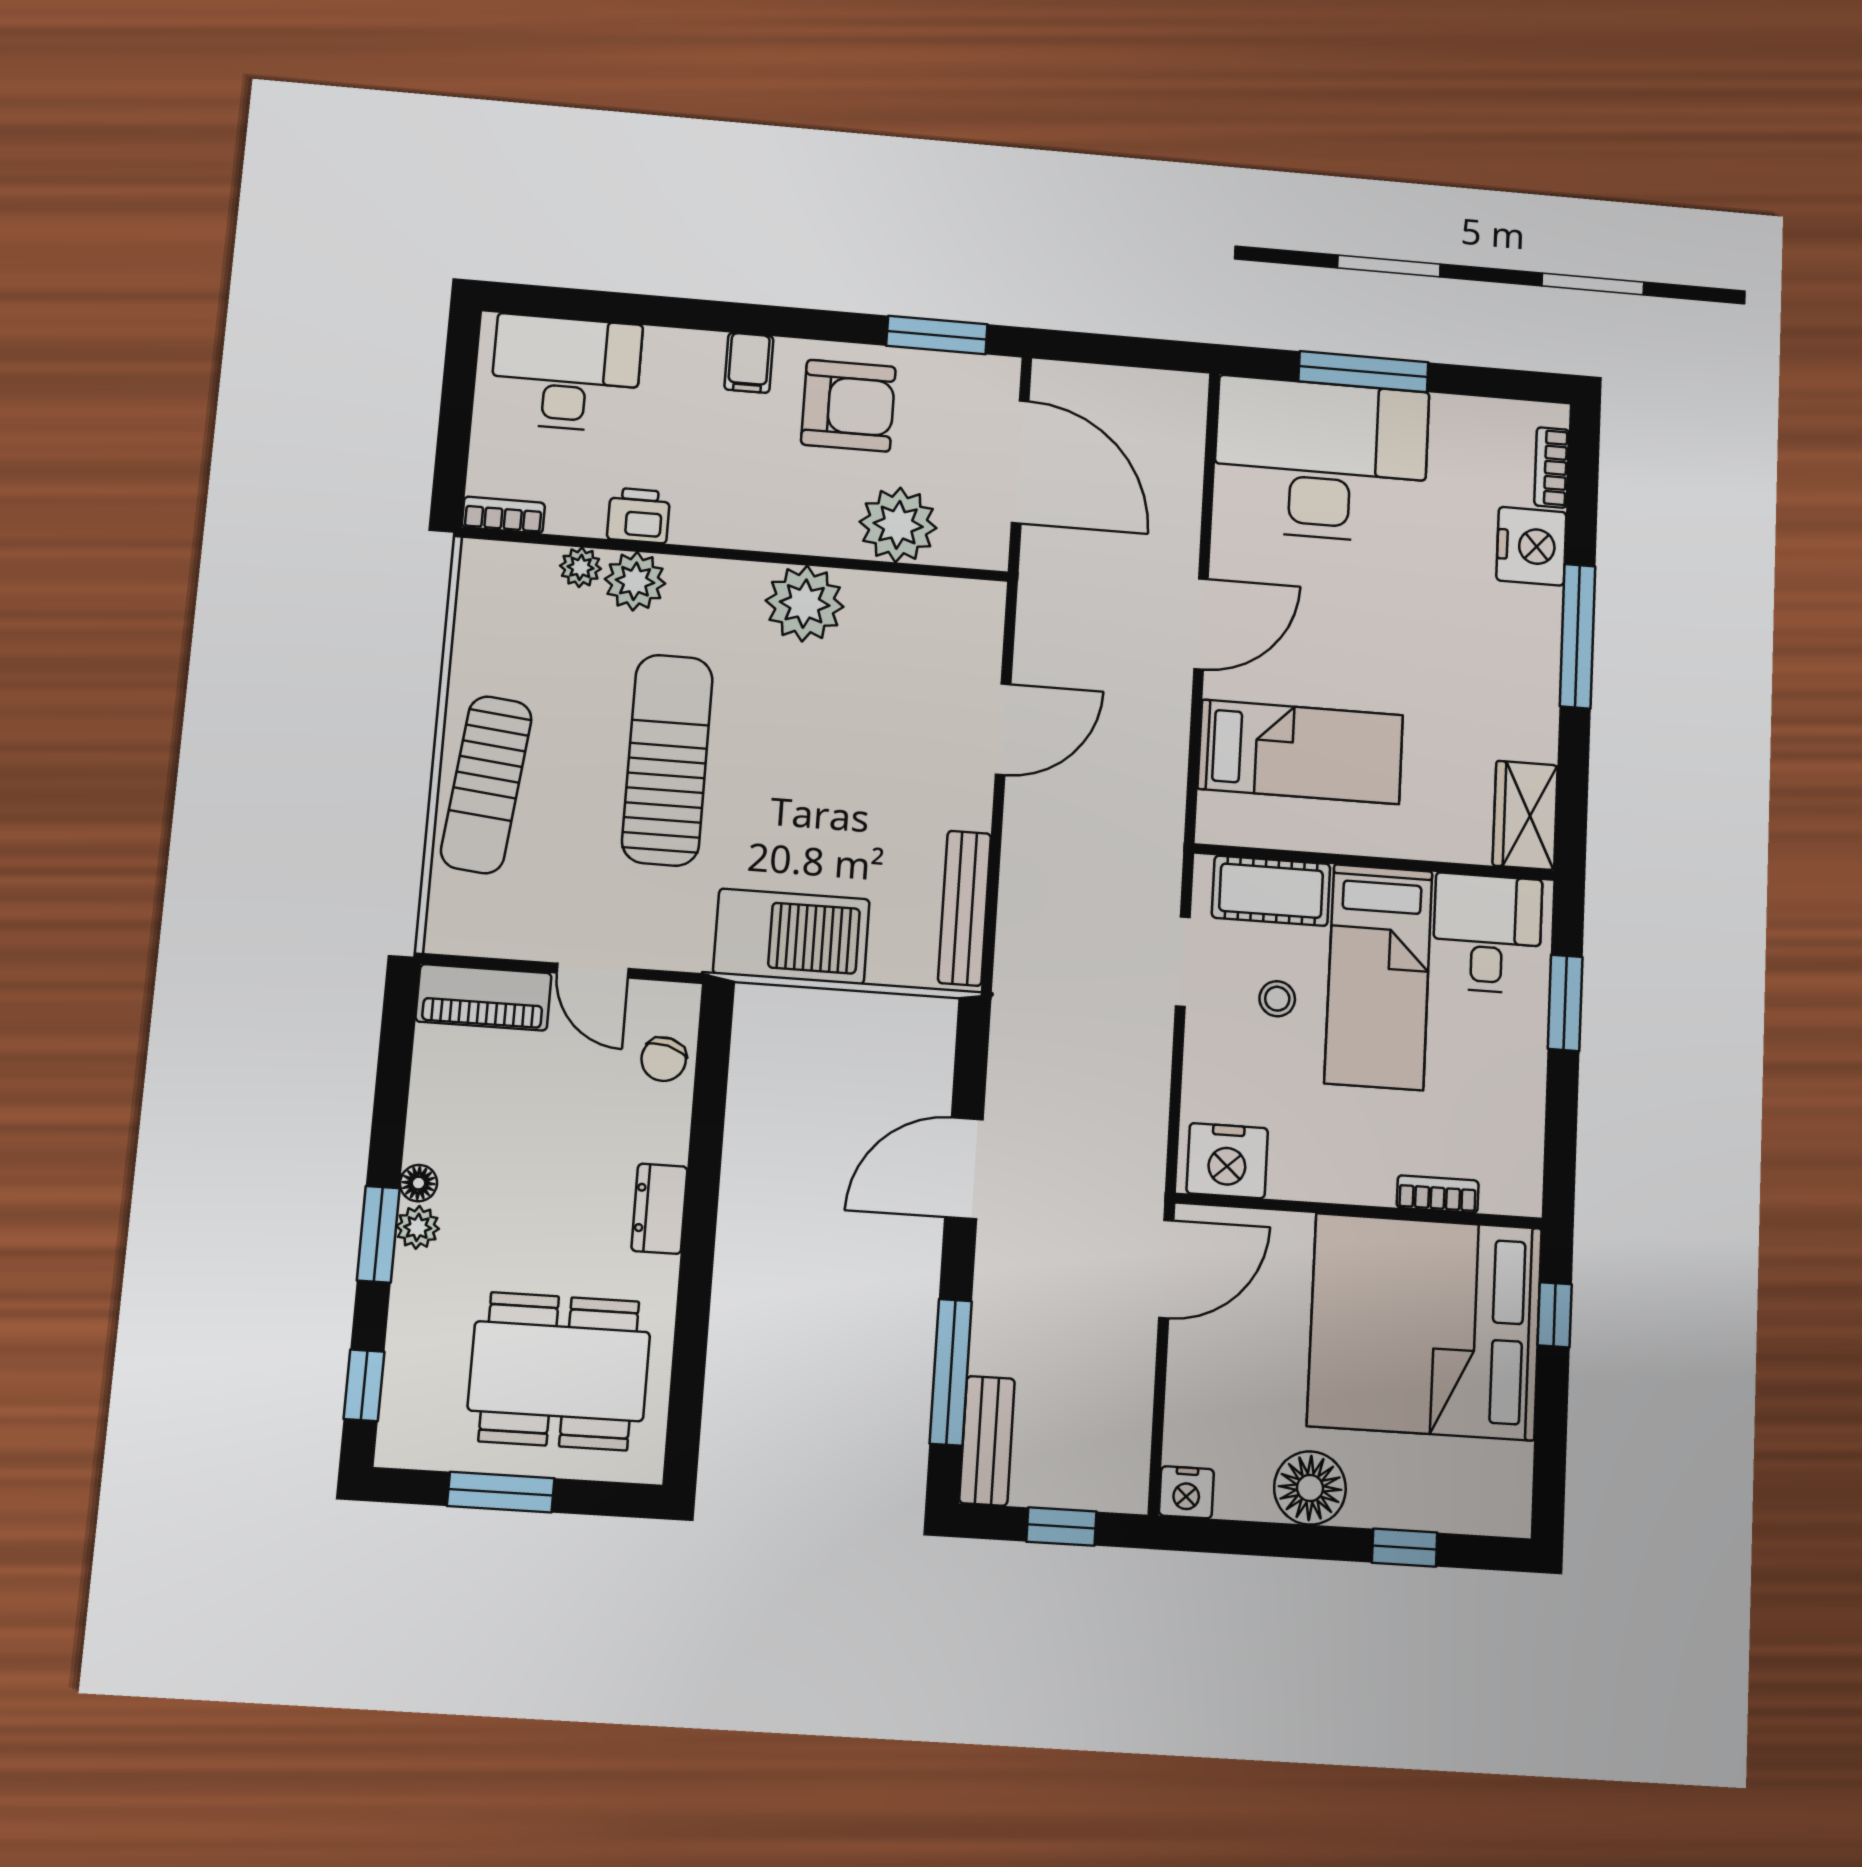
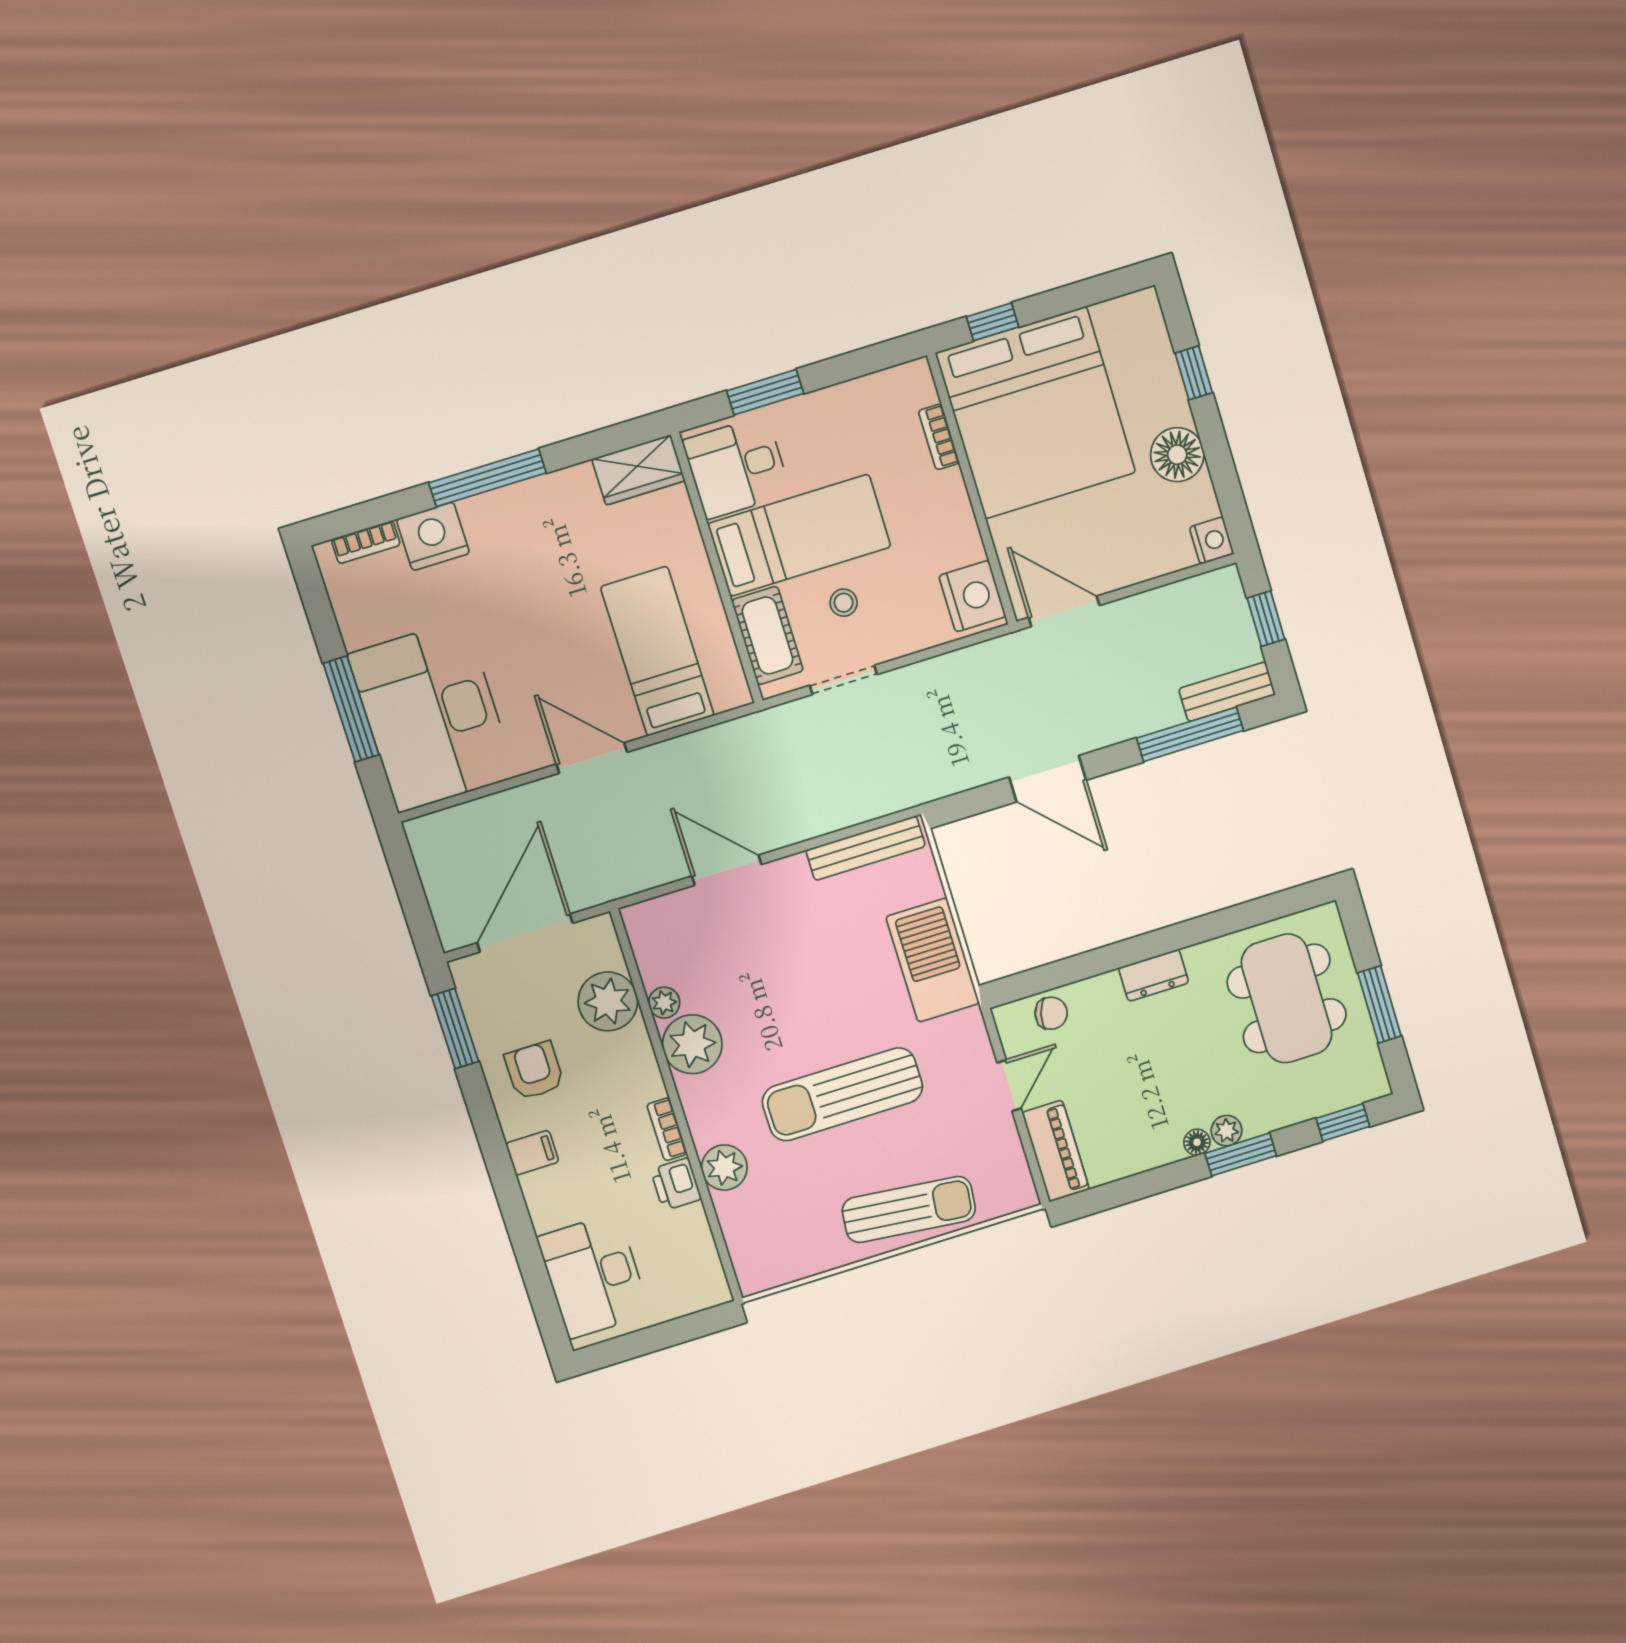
armchair: (848, 406) -> (534, 1071), width x0.72, depth x0.72
bookcase: (503, 515) -> (667, 1129), moved
plant: (581, 567) -> (664, 1003), moved

